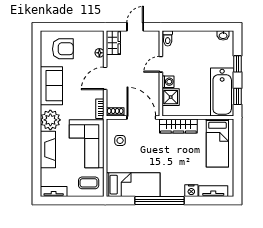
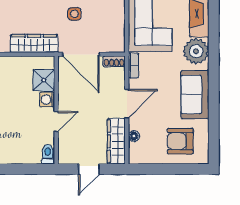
wardrobe: (113, 43) -> (116, 141), width x1.50
side table: (120, 140) -> (74, 14), moved

